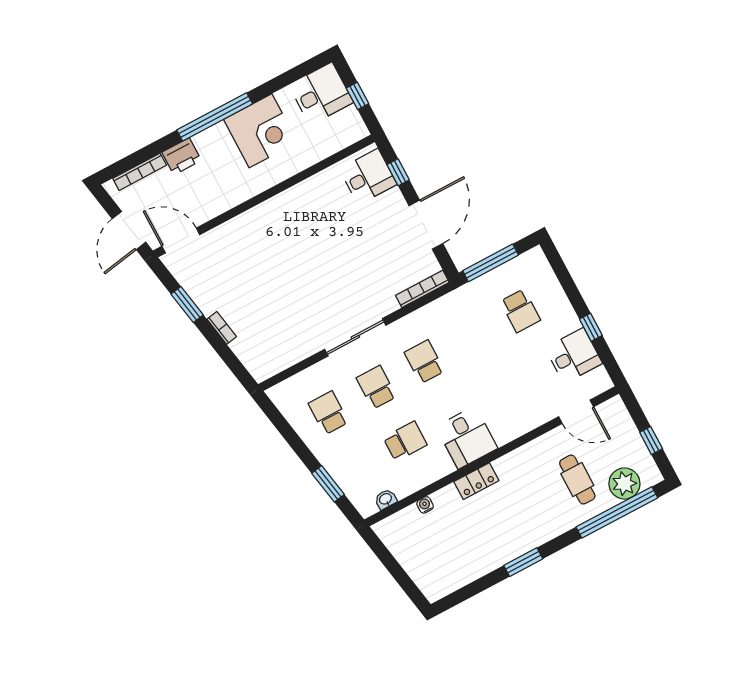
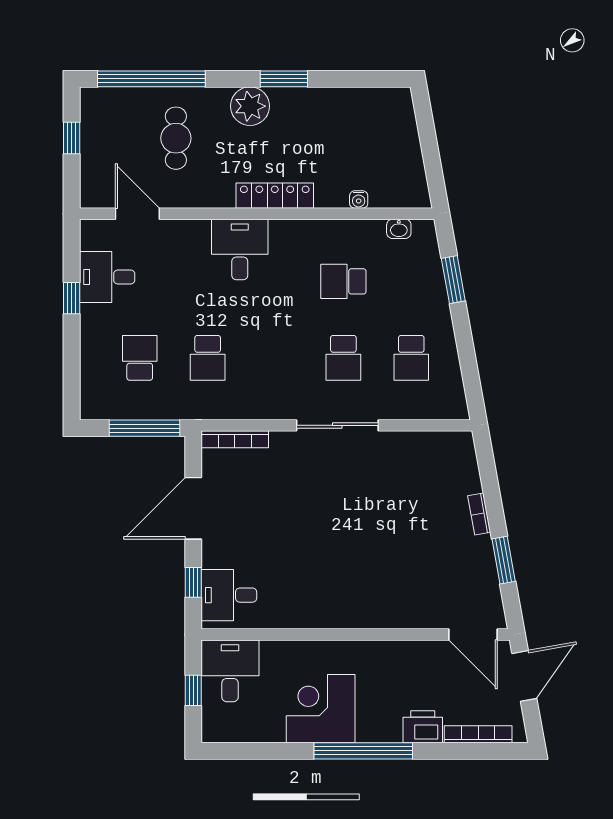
desk: (321, 94) -> (230, 671), moved, turned 90
school desk: (424, 362) -> (208, 358), moved
desk: (467, 437) -> (240, 250), moved
locker: (476, 481) -> (275, 196), width x1.53
plant: (624, 484) -> (250, 106), moved

